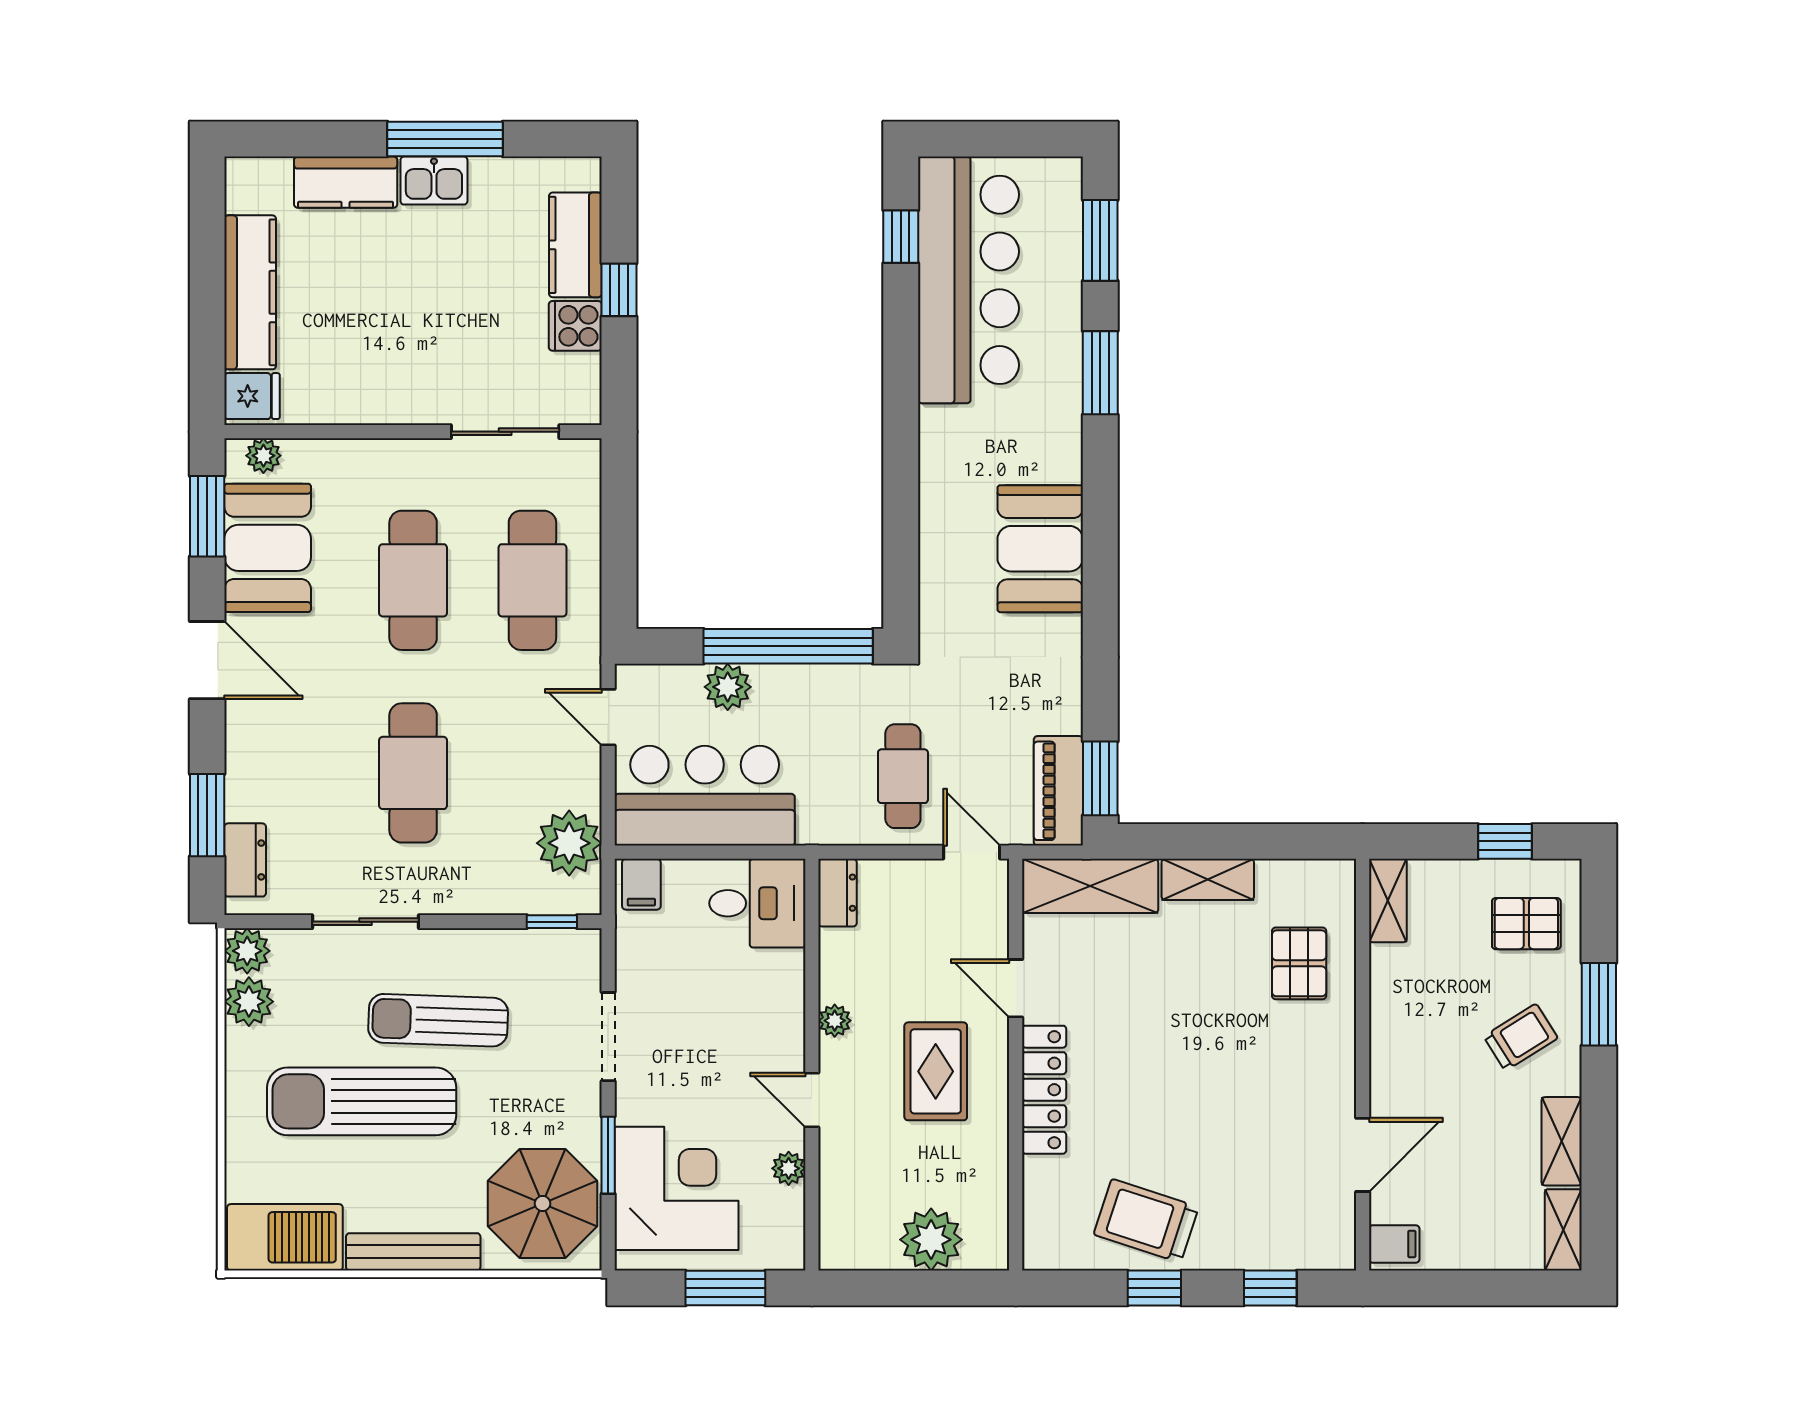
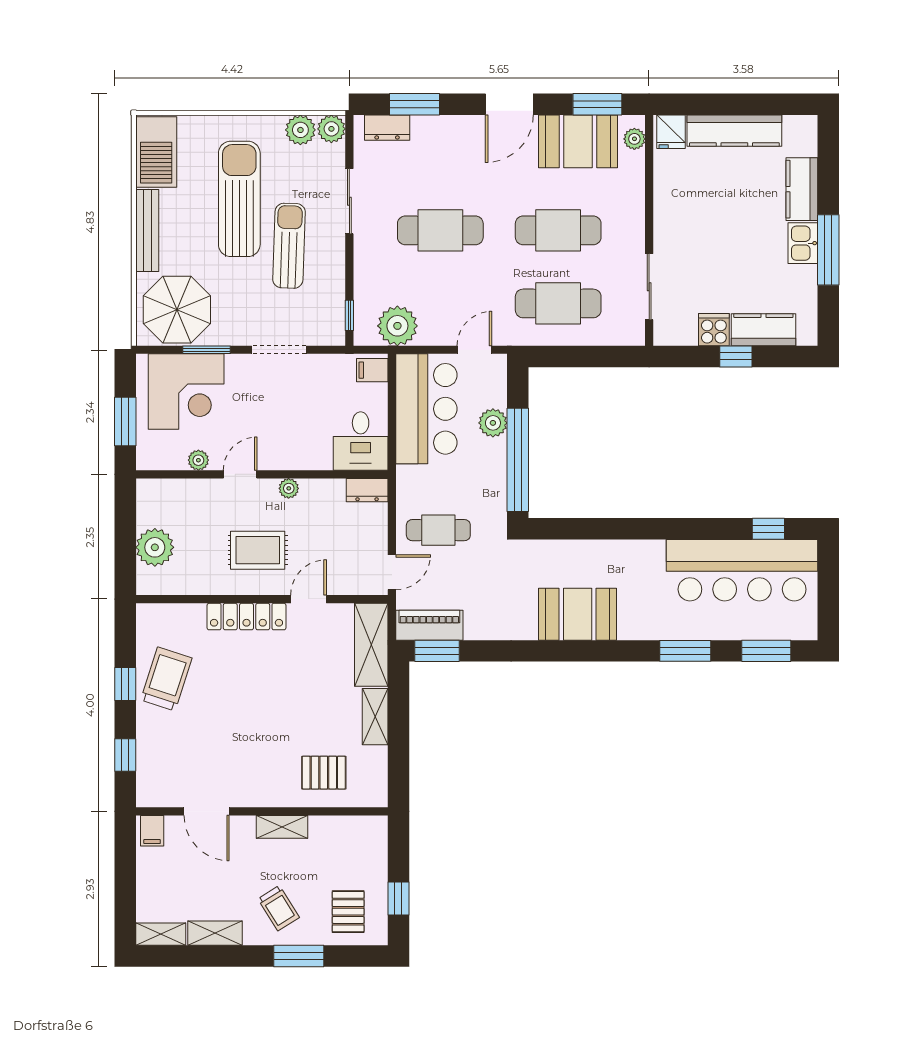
shelving: (1388, 901) -> (282, 827), moved

